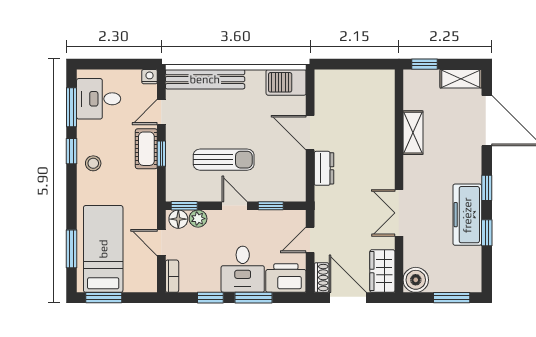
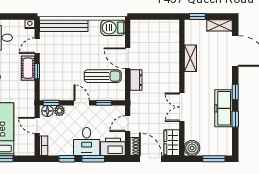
sun lounger: (224, 160) -> (103, 76), moved

